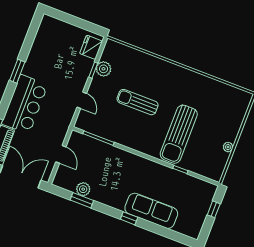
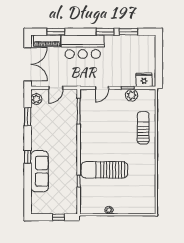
window: (28, 44) -> (128, 32), added
sun lounger: (138, 102) -> (143, 128), moved
plant: (83, 189) -> (36, 99), moved

